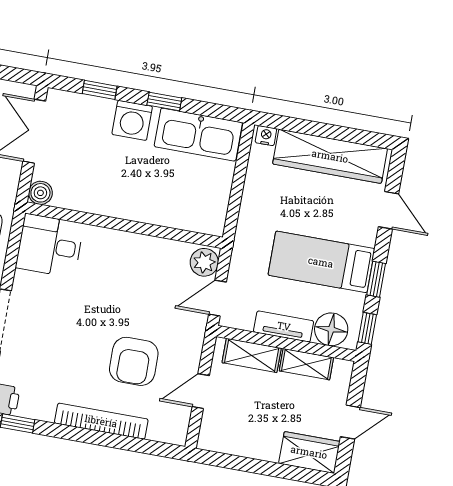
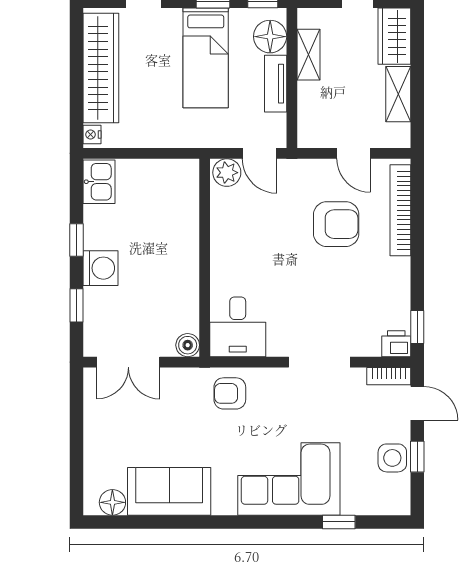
kitchen sink: (198, 135) -> (99, 182), width x0.53, depth x0.81
shelving: (252, 355) -> (398, 94), moved
bookcase: (101, 421) -> (400, 210), moved

